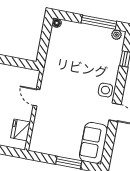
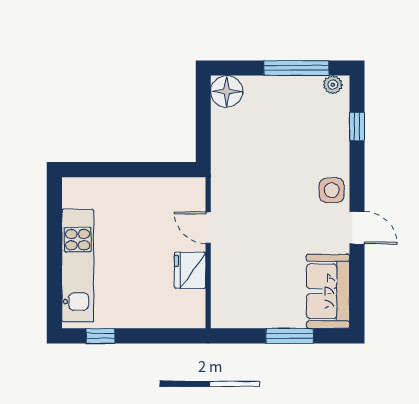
floor lamp: (57, 23) -> (227, 91), width x1.89, depth x1.89
fridge: (21, 130) -> (190, 270), moved

